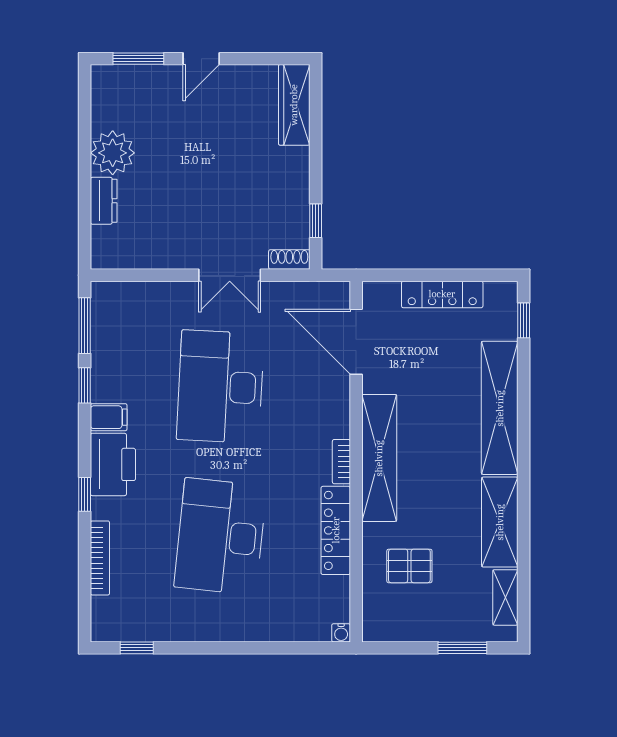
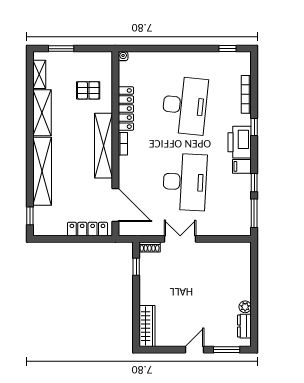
plant: (113, 153) -> (245, 307), width x0.53, depth x0.53
dresser: (104, 201) -> (244, 326), moved
locker: (442, 294) -> (87, 229), moved

